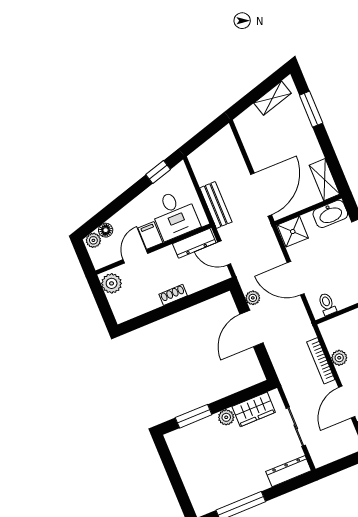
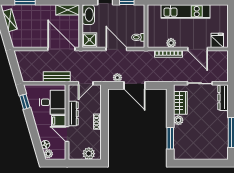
dresser: (194, 243) -> (73, 113), moved
door: (296, 278) -> (116, 49), swing flipped
plant: (112, 283) -> (89, 154), moved

